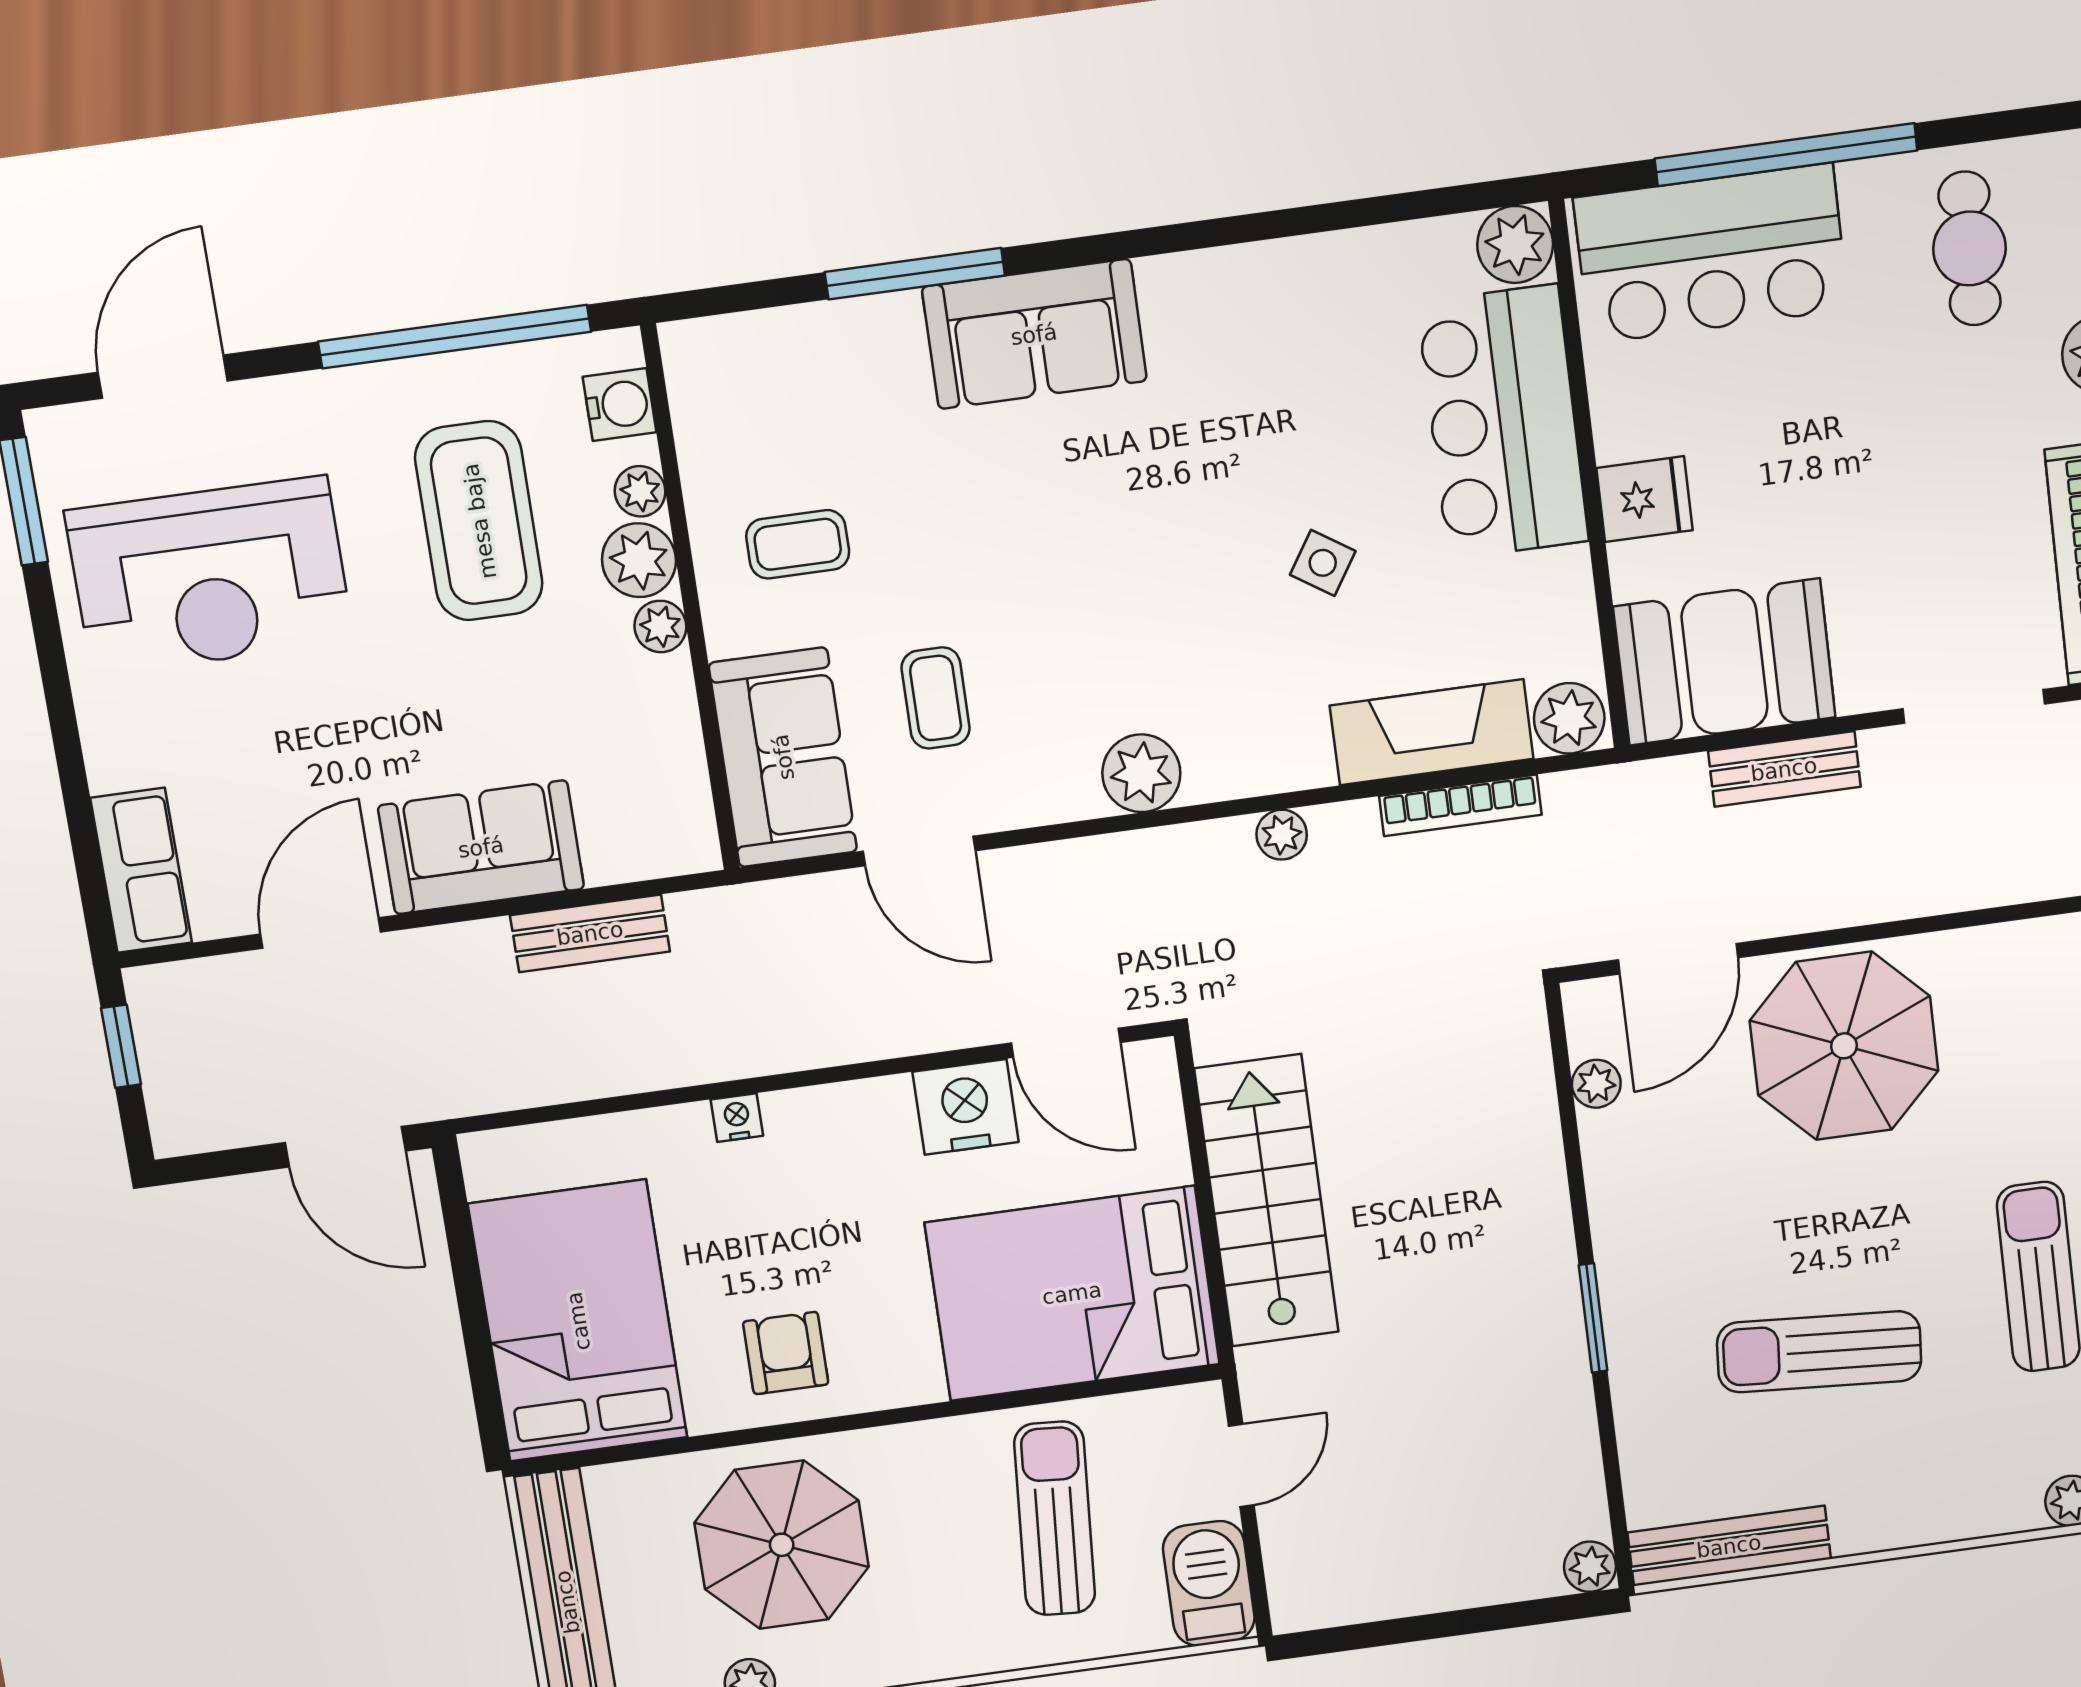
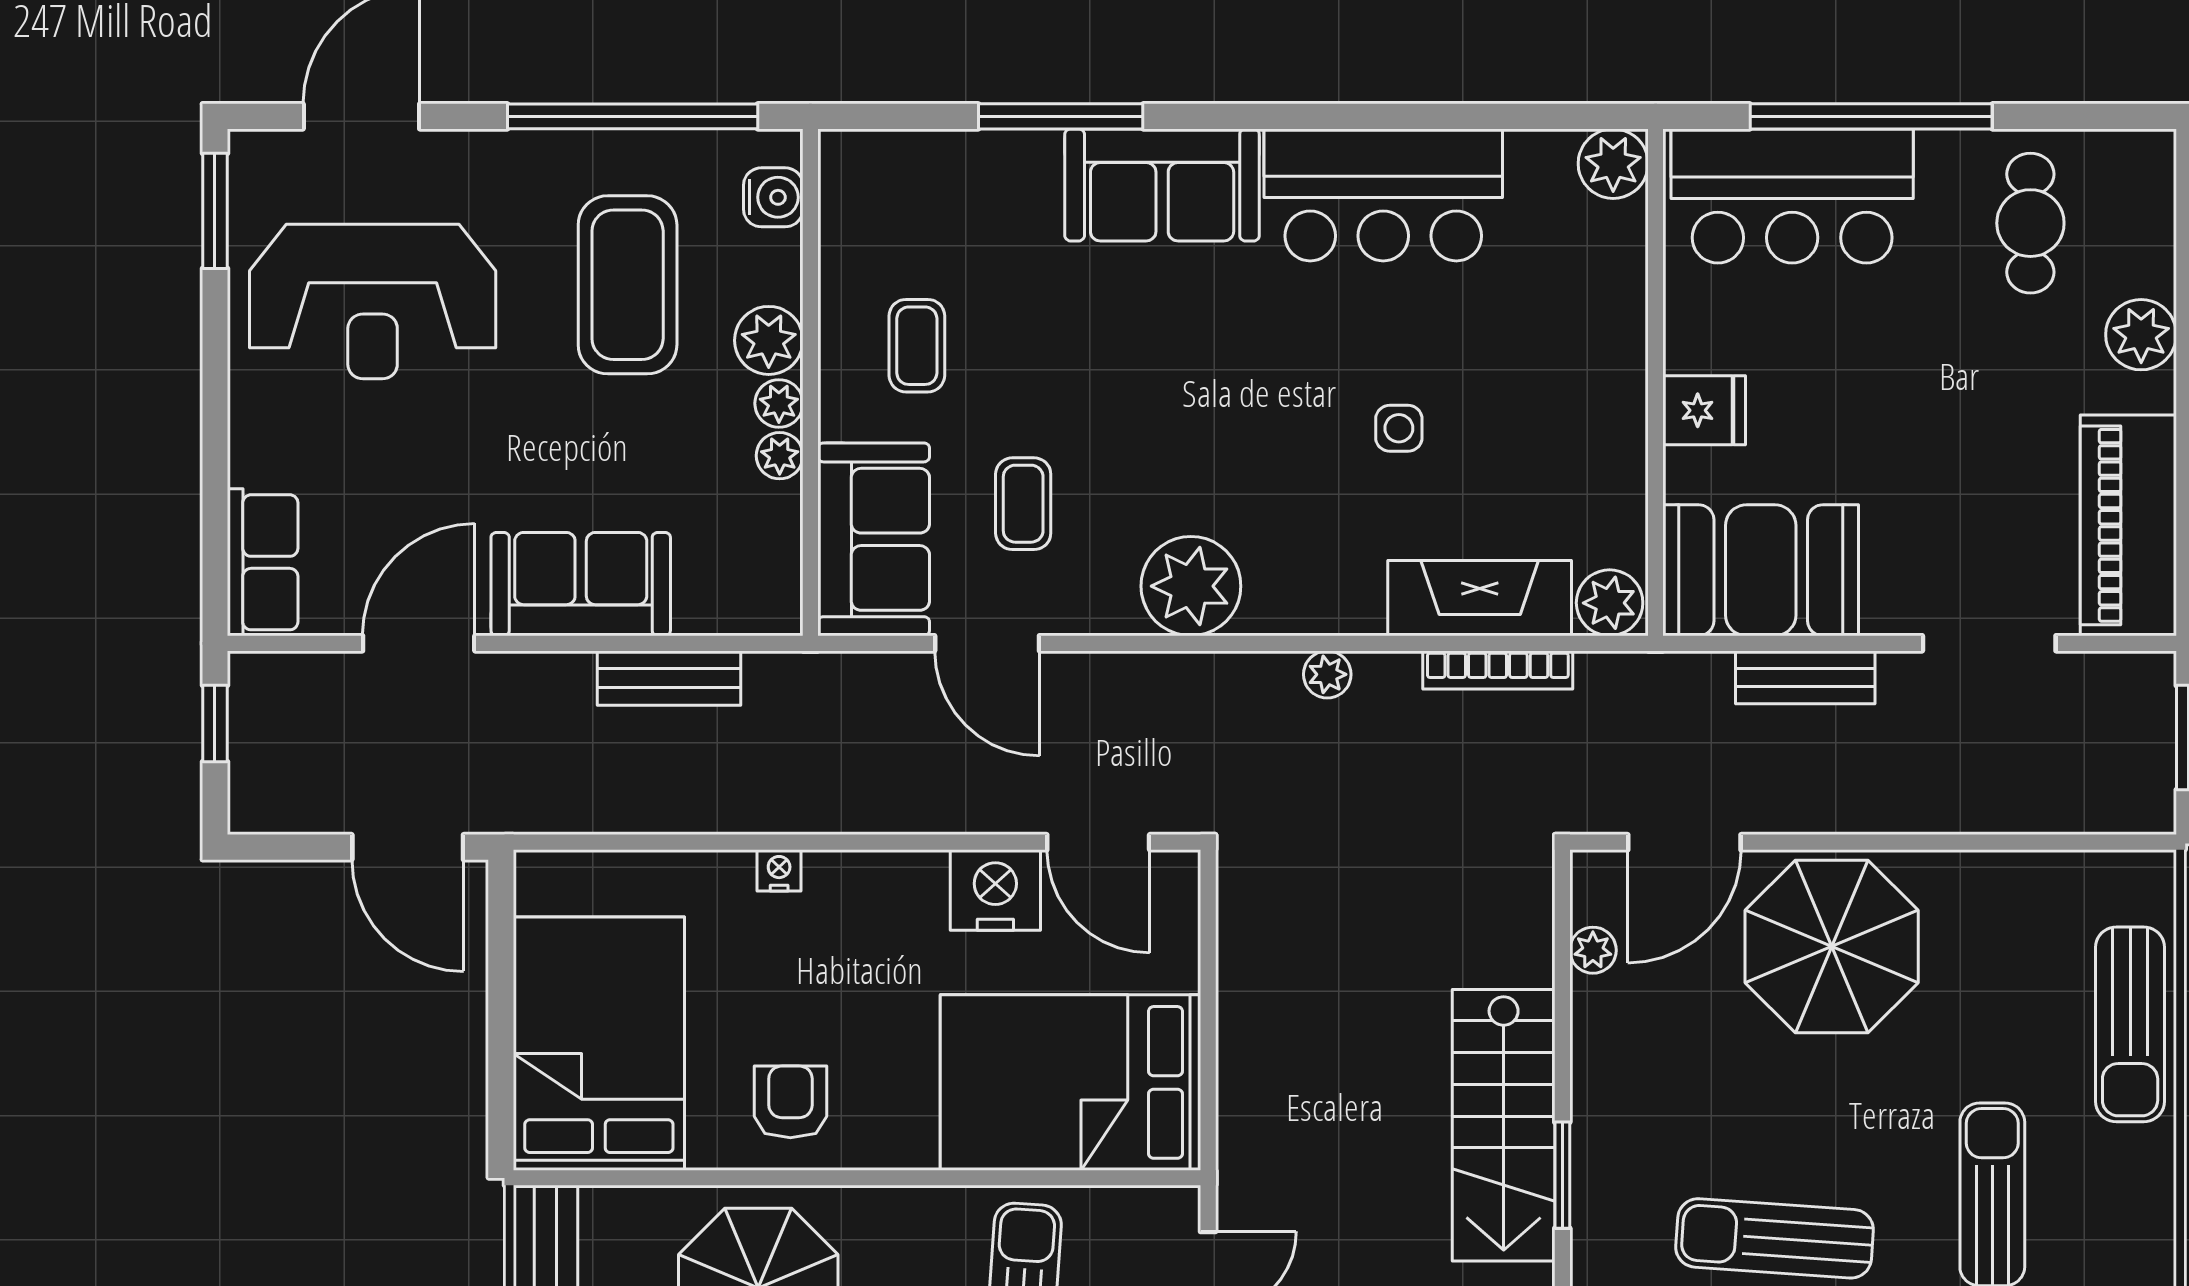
bar counter: (1503, 422) -> (1383, 195), moved, turned -90
plant: (640, 491) -> (780, 456), moved
coffee table: (798, 544) -> (917, 346), turned 90
side table: (1323, 563) -> (1399, 428), turned -33
plant: (1141, 773) -> (1191, 586), width x1.36, depth x1.36
stairs: (1267, 1201) -> (1504, 1125), moved, turned 180

